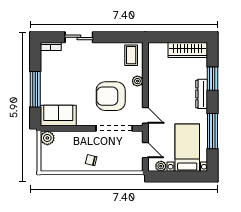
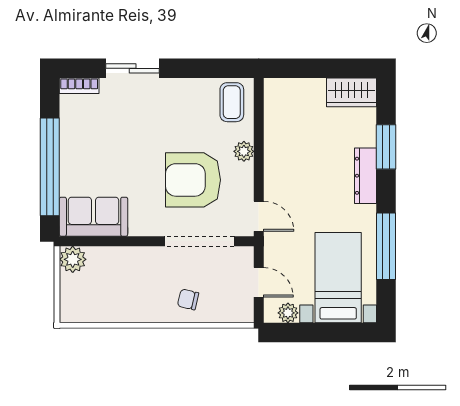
wardrobe: (188, 50) -> (352, 92), width x0.67
window: (35, 89) -> (50, 167), width x1.46
chair: (91, 160) -> (188, 299), moved

